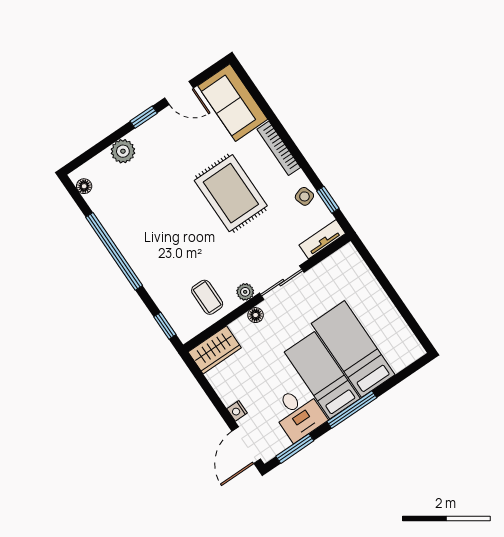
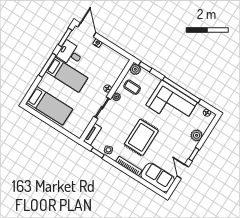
door: (179, 93) -> (183, 171), hinge flipped
rug: (231, 193) -> (141, 137), turned 90
corner sofa: (145, 233) -> (172, 104), added
plant: (186, 329) -> (135, 69), added
bed: (353, 349) -> (50, 106), moved
wardrobe: (215, 350) -> (119, 66), removed

